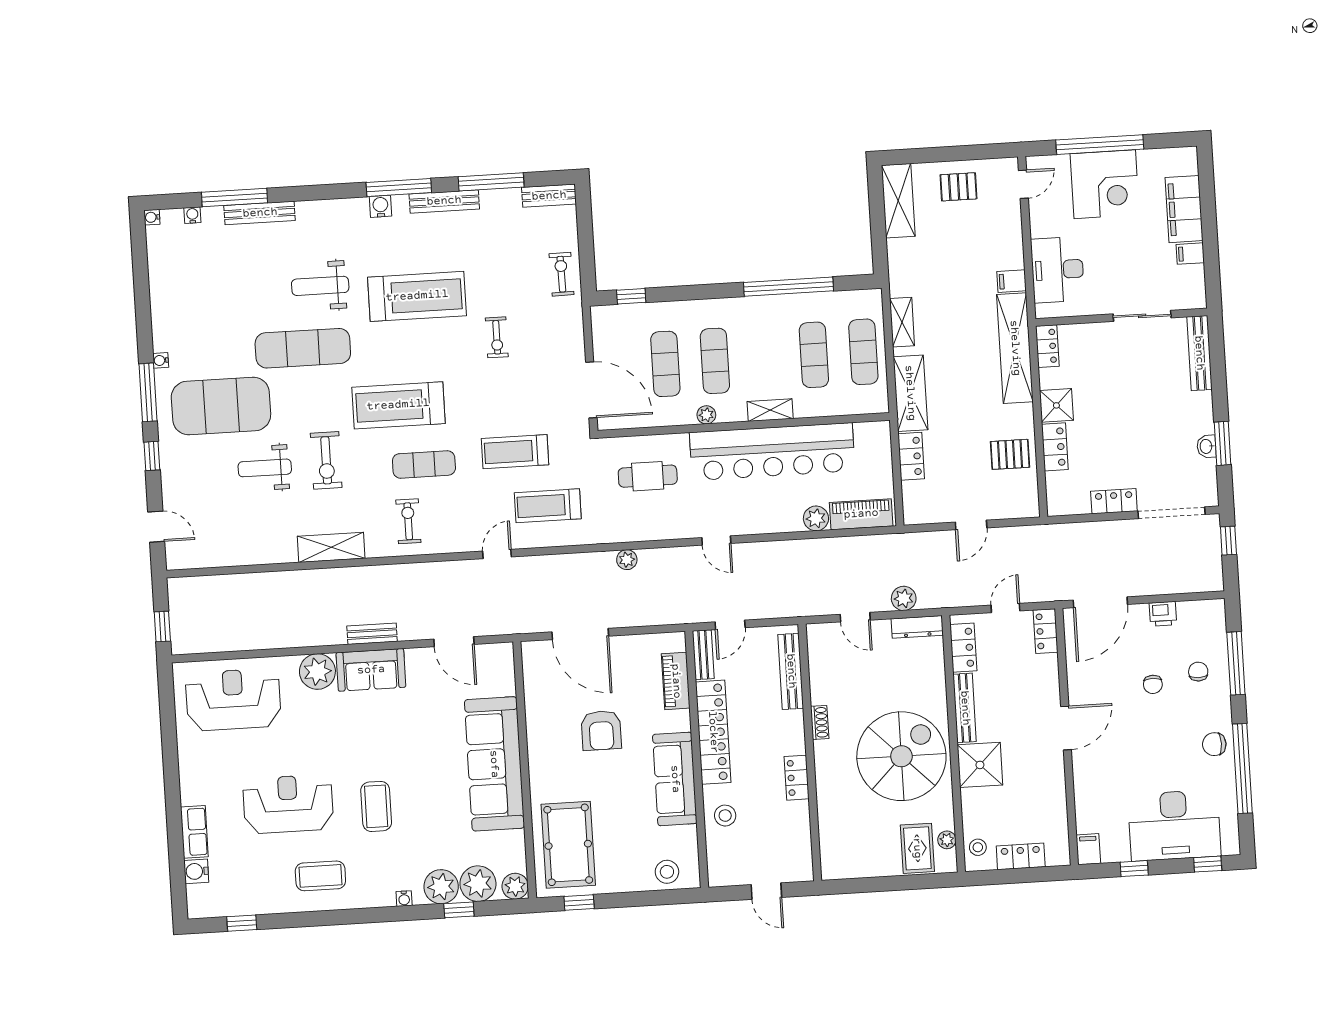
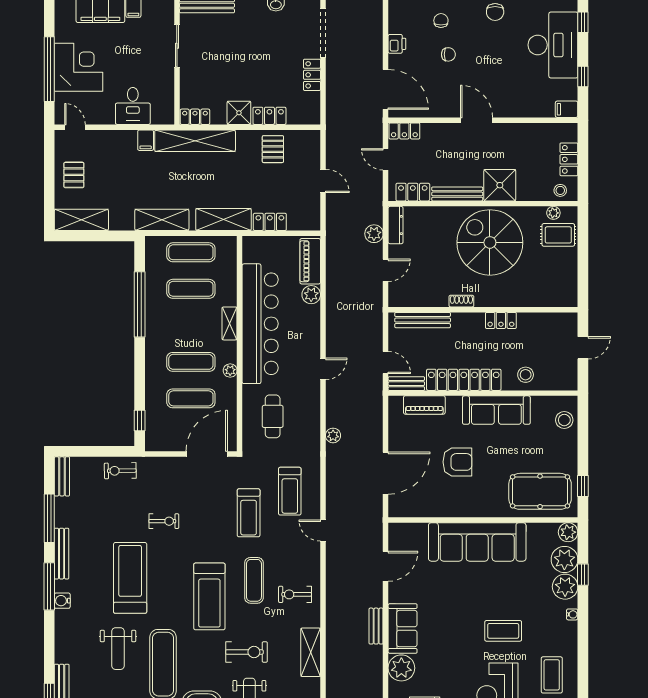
desk: (1057, 270) -> (133, 106), width x0.73
shelving: (902, 322) -> (162, 220), width x1.50, depth x1.33
chair: (1198, 672) -> (441, 21), turned 90

